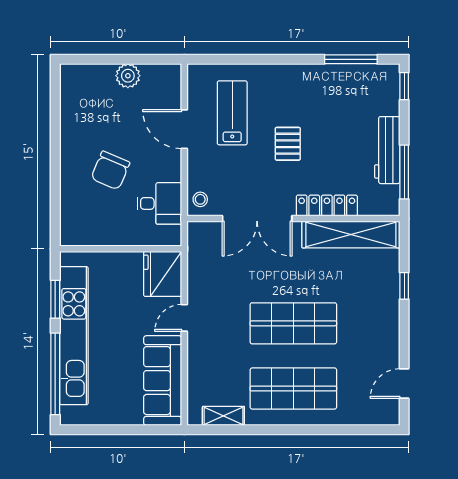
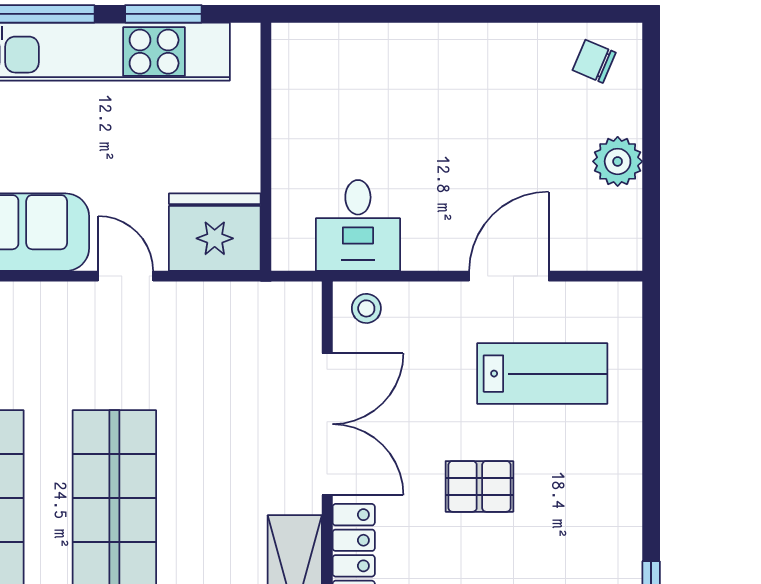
chair: (110, 170) -> (594, 61), moved, width x0.54, depth x0.54
double door: (257, 219) -> (327, 424), swing flipped

